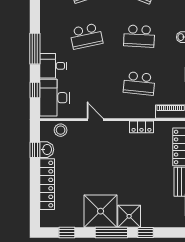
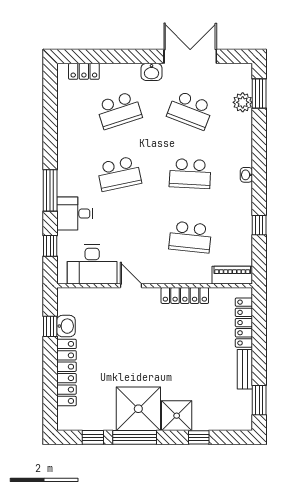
desk: (54, 98) -> (92, 264), moved, turned -90
locker: (141, 127) -> (185, 295), width x1.53
stool: (61, 130) -> (85, 300), removed
window: (111, 232) -> (135, 437), moved

